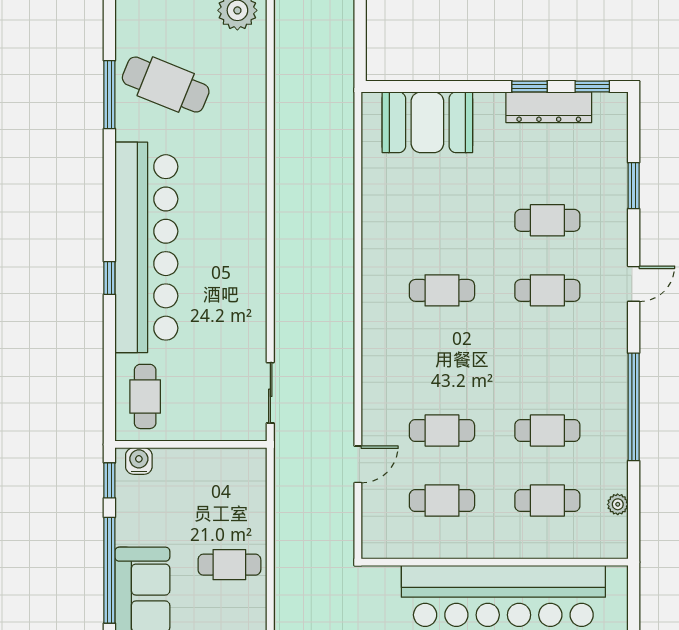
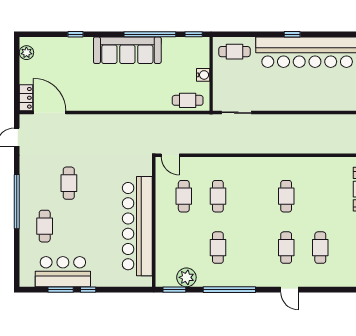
window: (634, 186) -> (174, 290), moved
water cooler: (139, 461) -> (203, 75), moved
door: (358, 464) -> (170, 155), moved
cafe table: (547, 501) -> (184, 248), removed
plant: (618, 504) -> (186, 277), width x1.88, depth x1.88
cafe table: (229, 565) -> (188, 100), moved, turned 90

